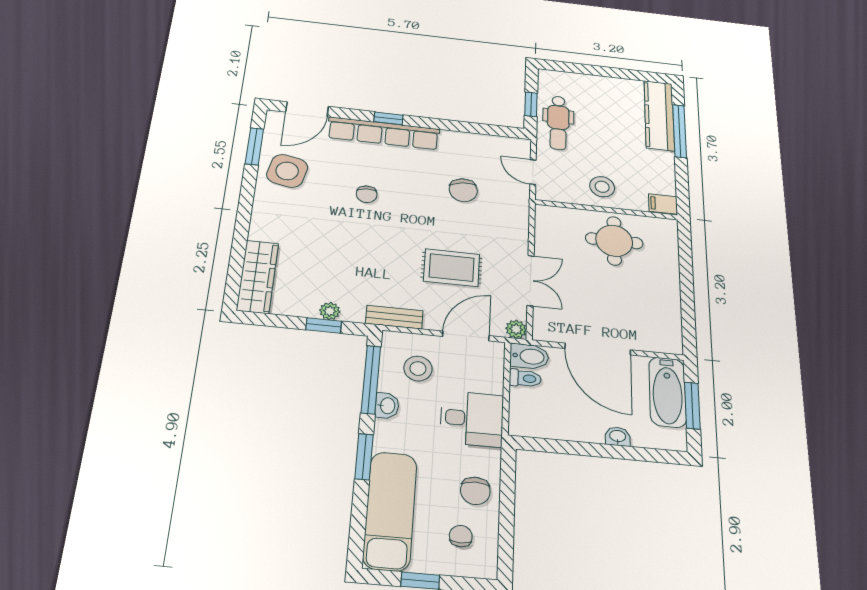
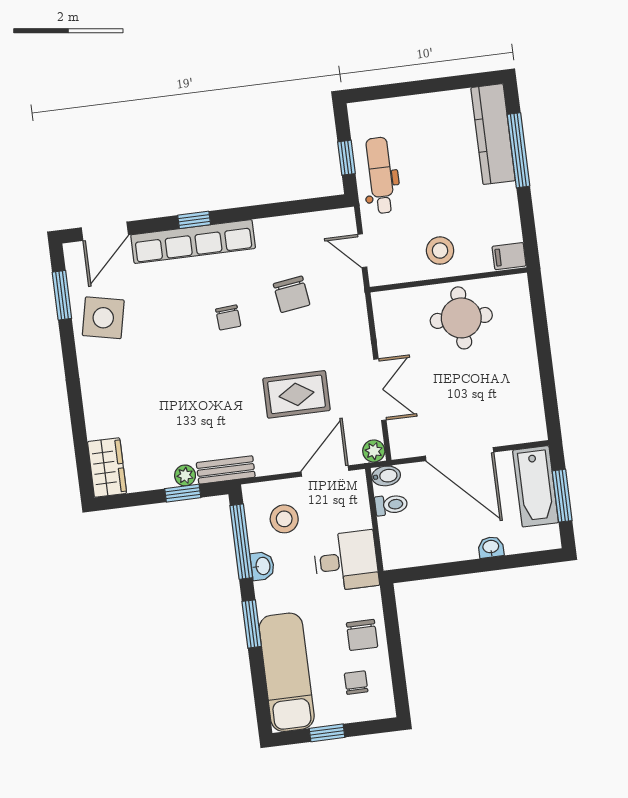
dental chair: (558, 123) -> (380, 175), turned 180
chair: (367, 194) -> (228, 318), moved
wardrobe: (258, 277) -> (107, 468), width x0.67
bench: (394, 317) -> (226, 470), moved
bidet: (529, 356) -> (386, 476), width x0.72, depth x0.74

